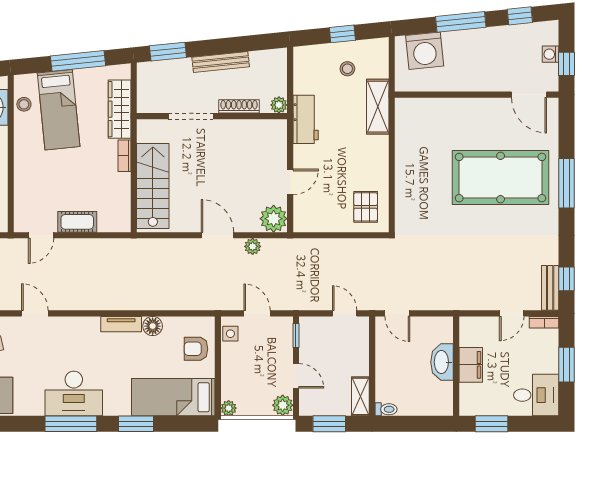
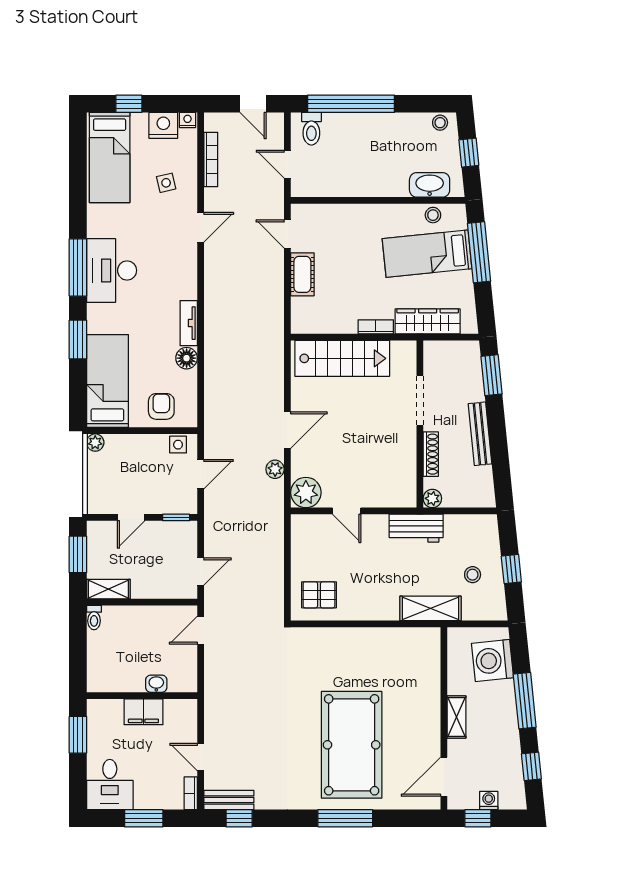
window: (78, 61) -> (479, 252), moved
shelving: (475, 83) -> (457, 717), added
washbasin: (442, 362) -> (156, 684), width x0.52, depth x0.69
plant: (283, 405) -> (99, 503), removed

